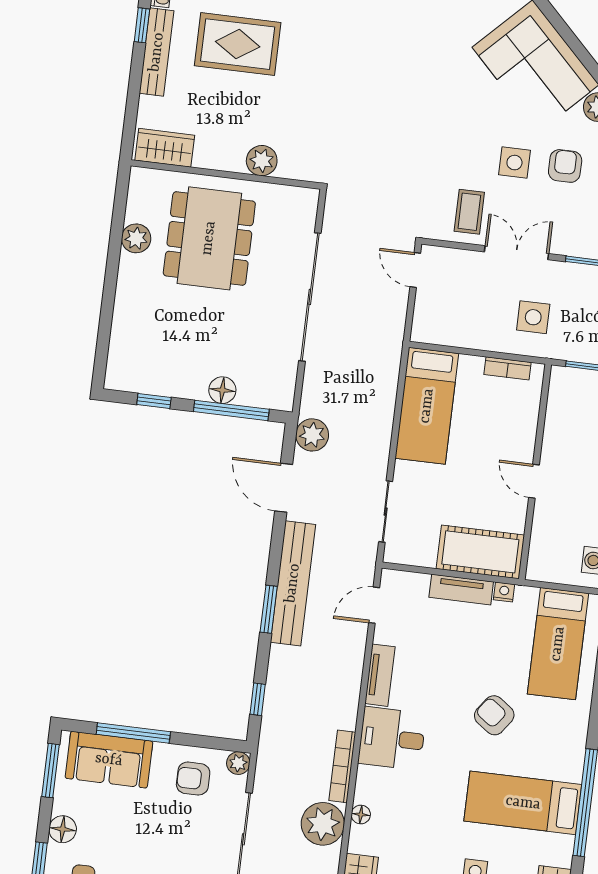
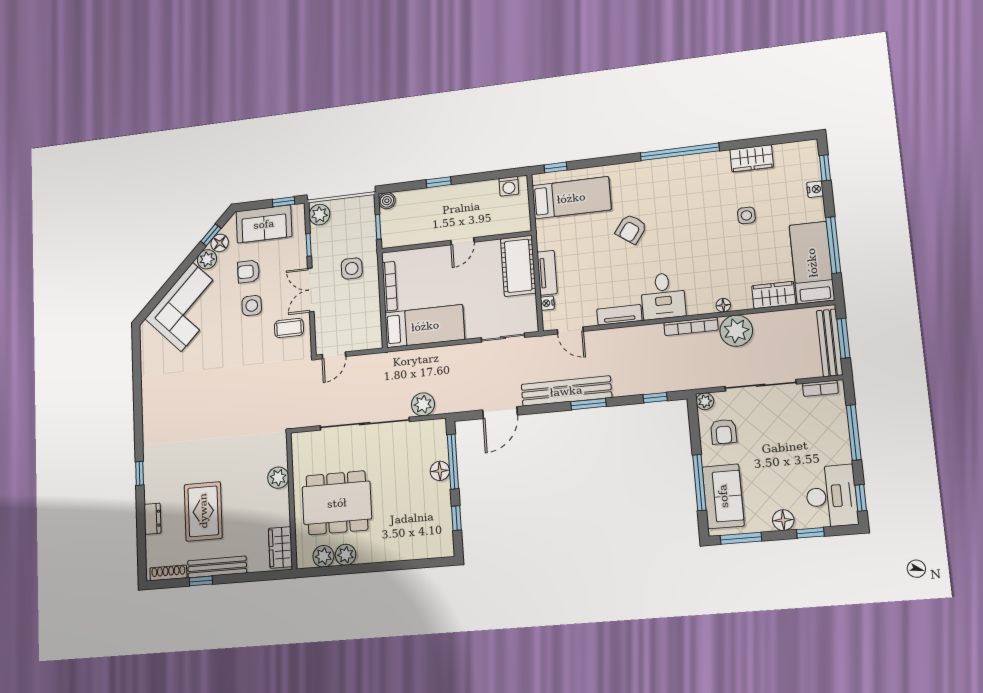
plant: (140, 207) -> (323, 556), added
bookcase: (508, 368) -> (390, 286), width x1.56
plant: (312, 435) -> (423, 404), moved
nightstand: (504, 592) -> (547, 303), moved
bed: (523, 803) -> (689, 194), removed

